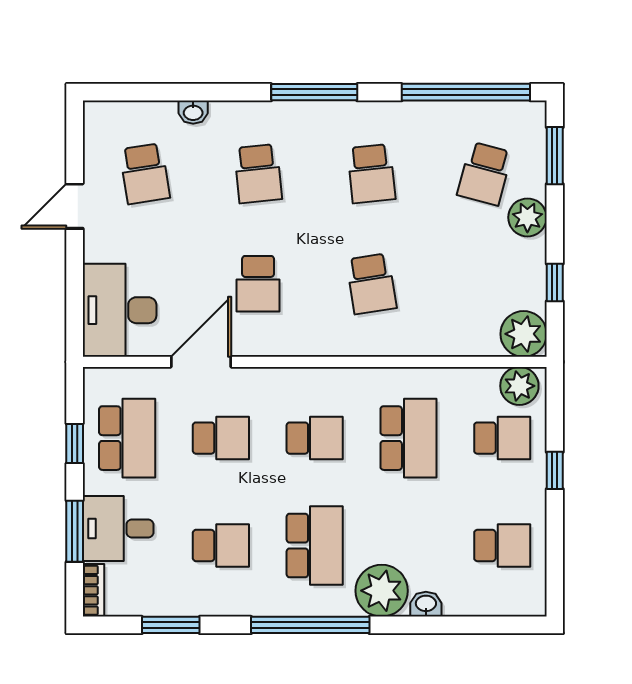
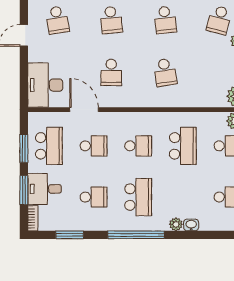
door: (201, 362) -> (84, 110), hinge flipped
window: (75, 443) -> (24, 148), width x1.50
plant: (382, 591) -> (176, 224), width x0.53, depth x0.53

